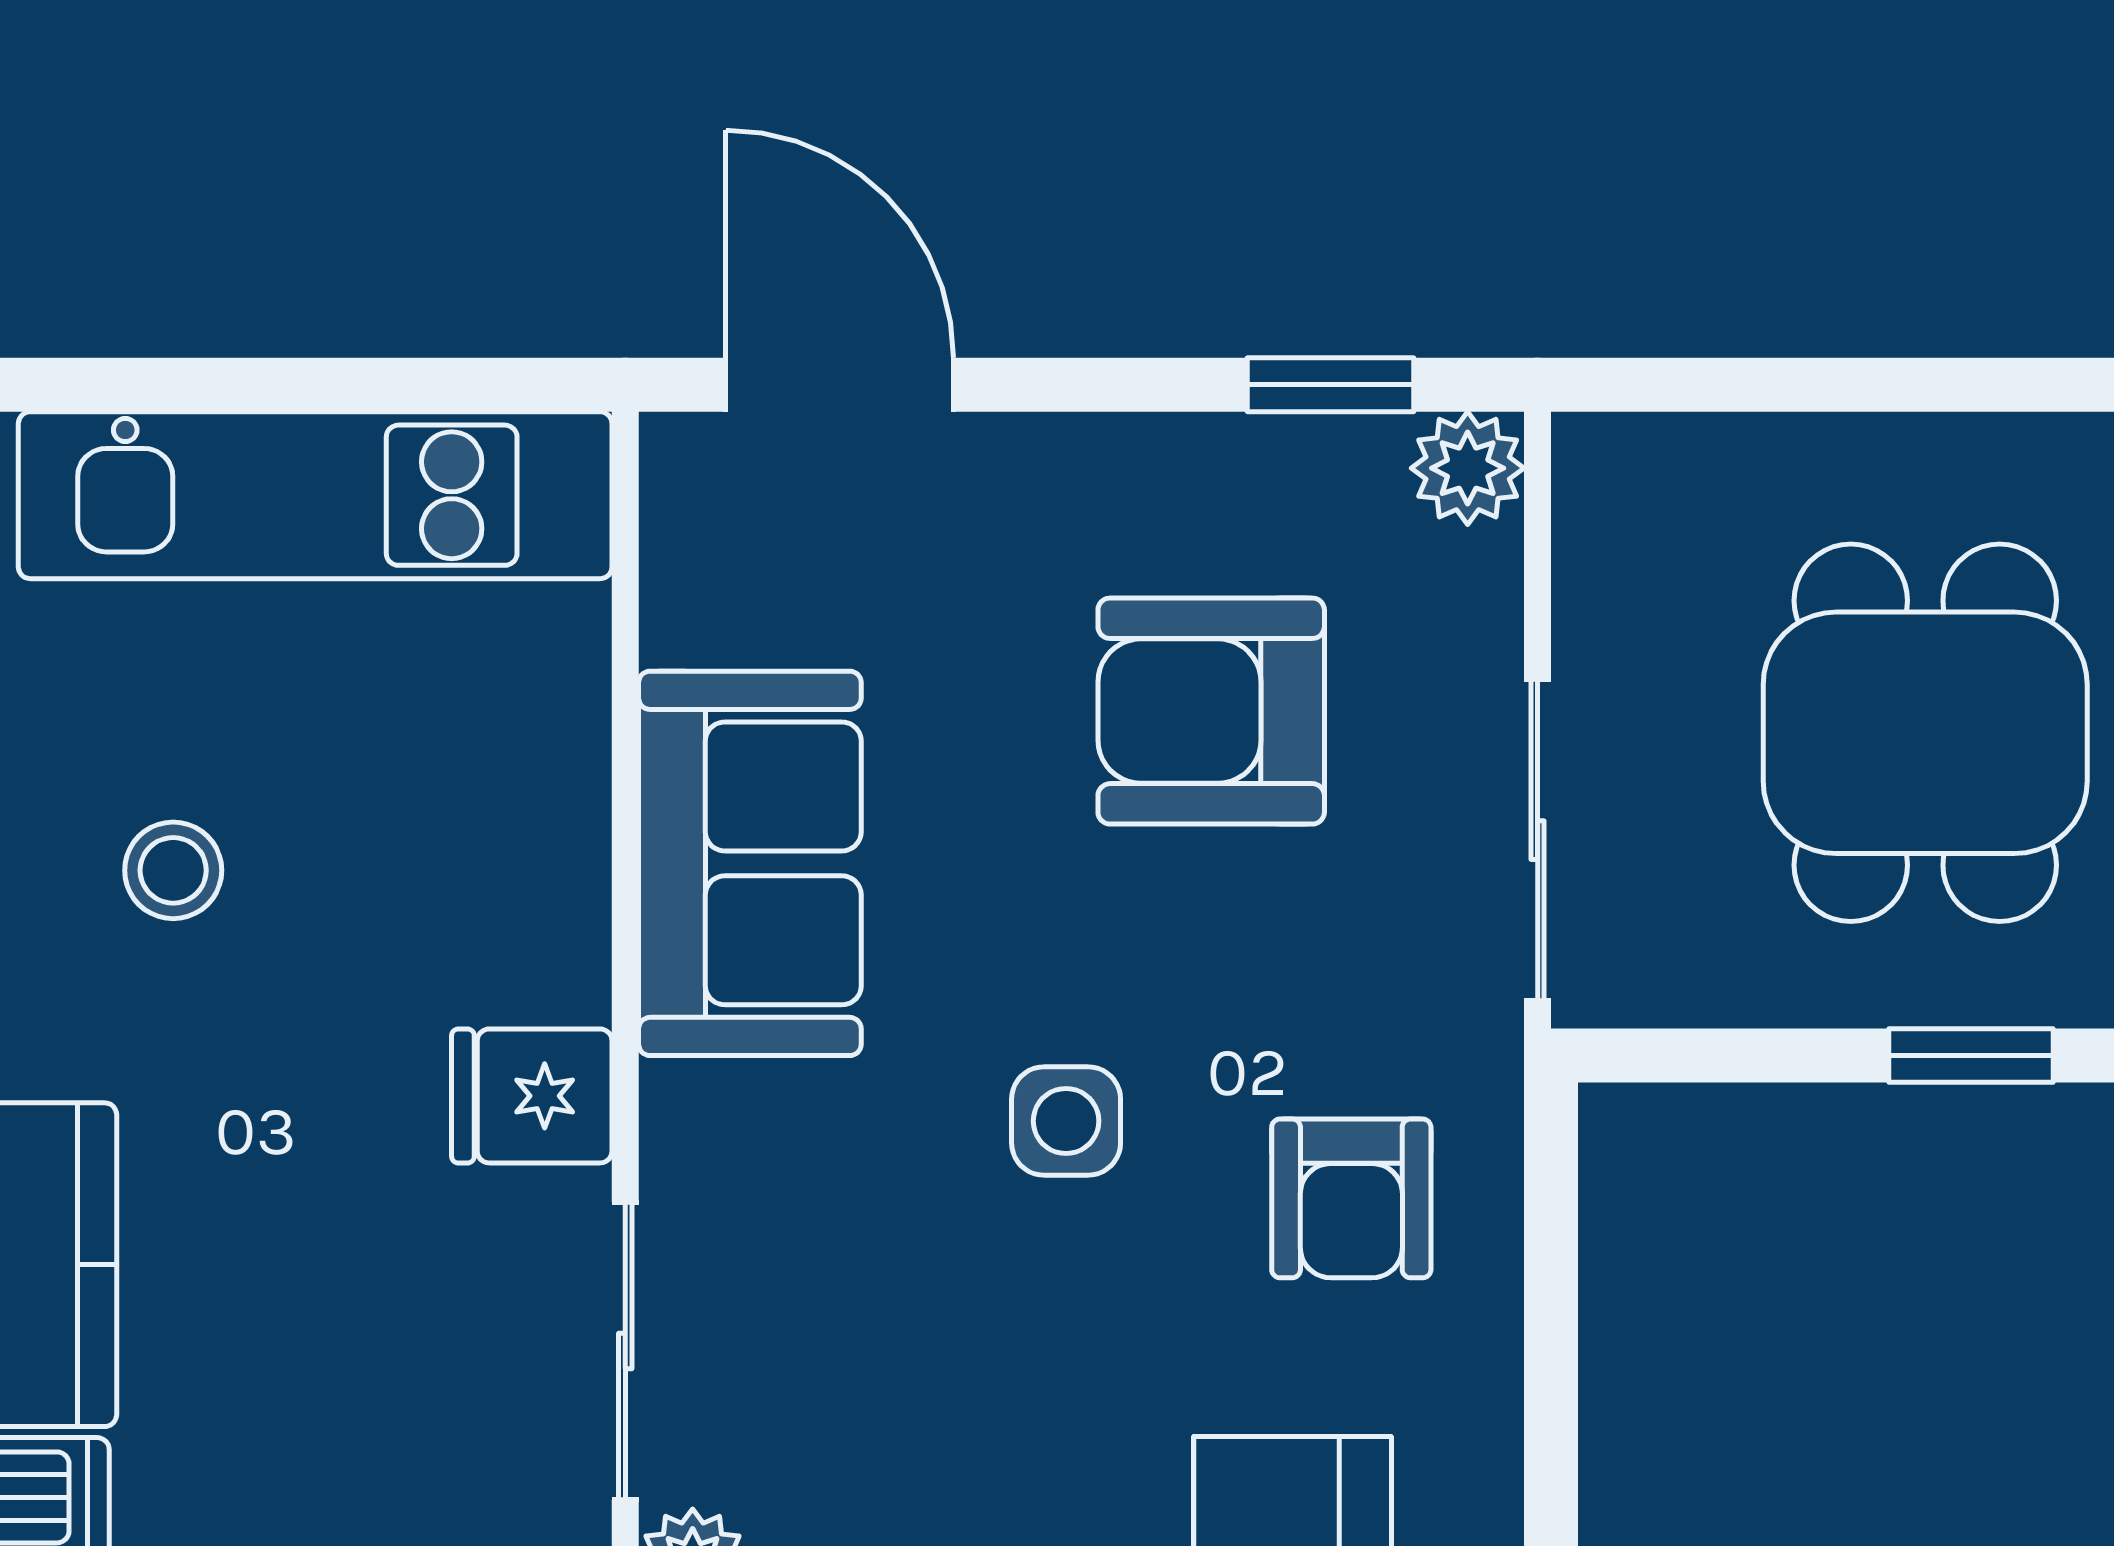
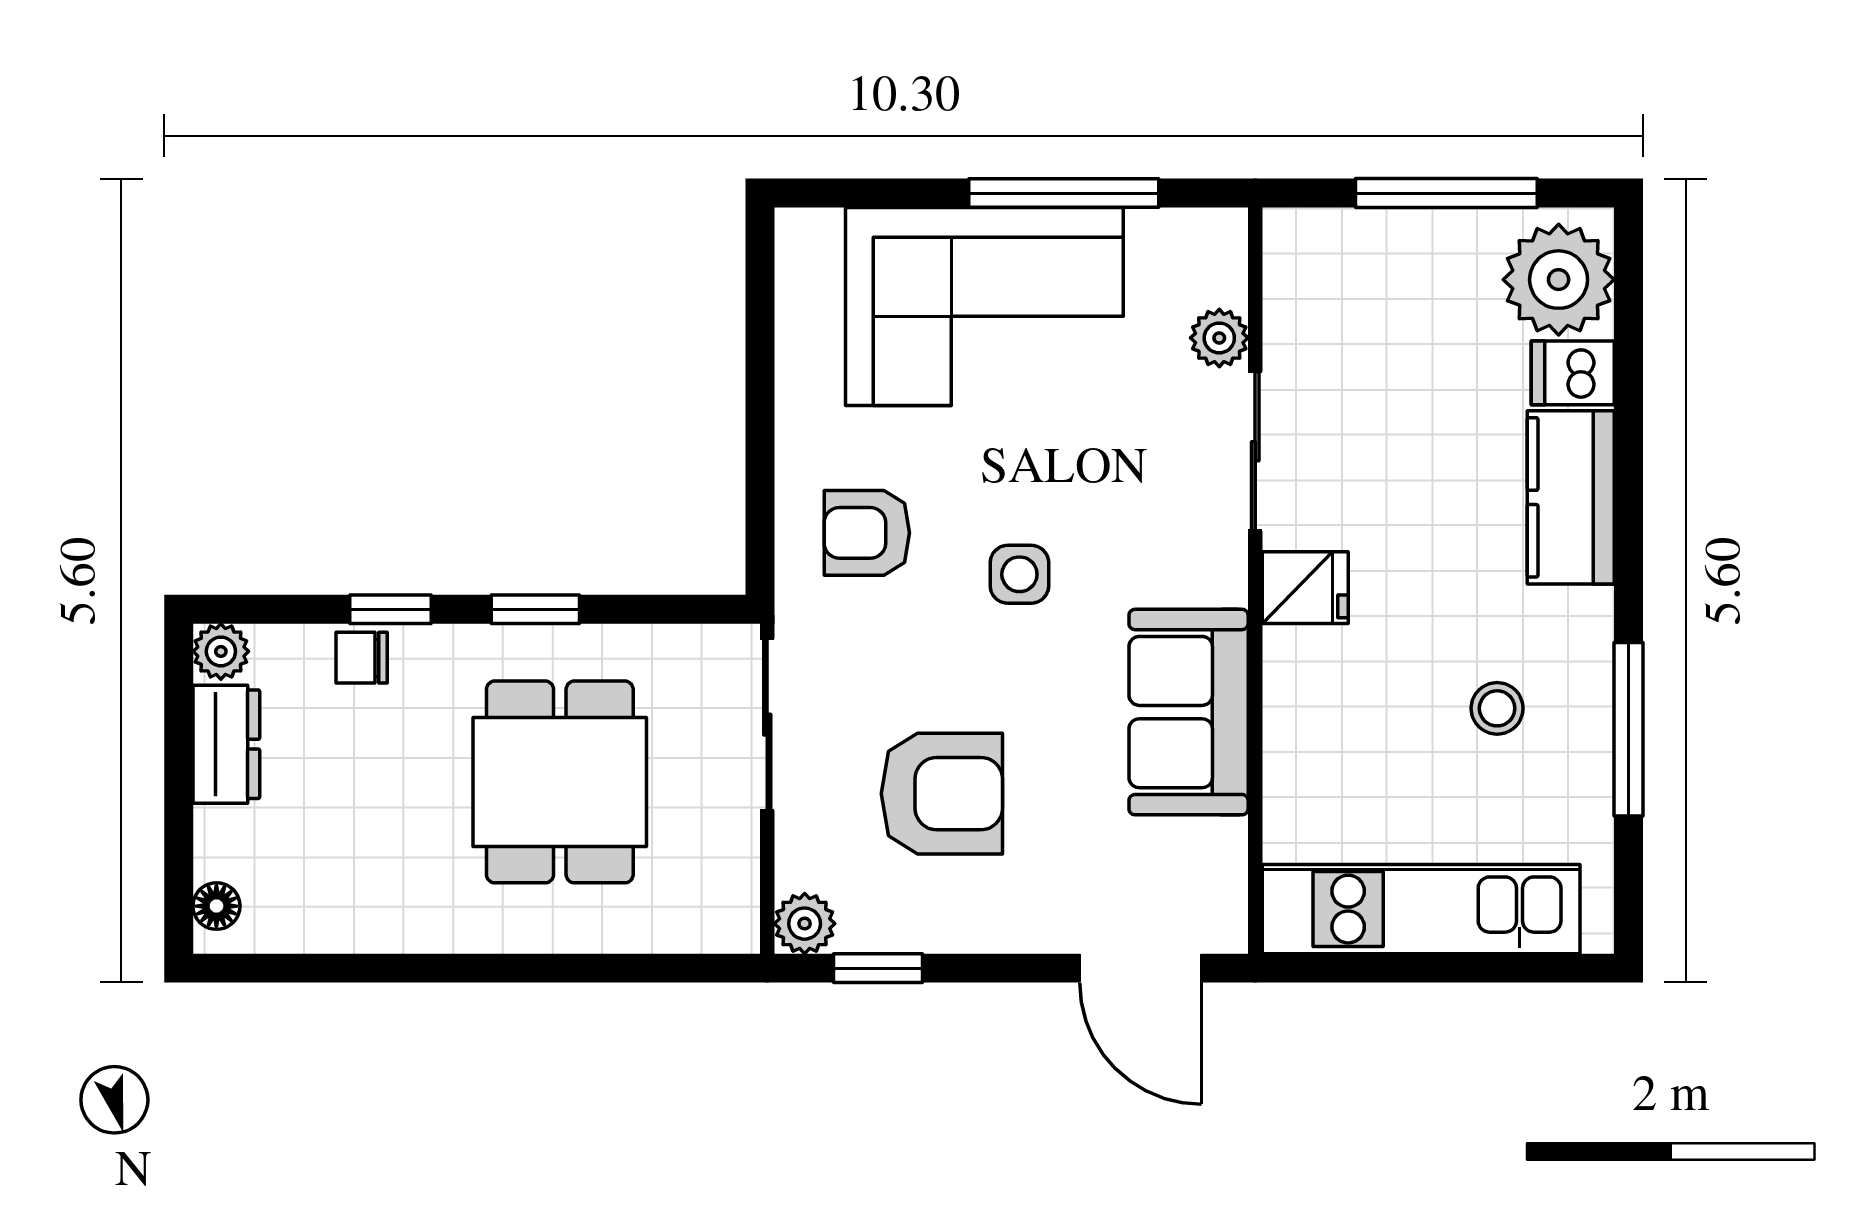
armchair: (1351, 1198) -> (867, 533), turned -90

